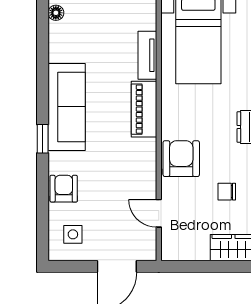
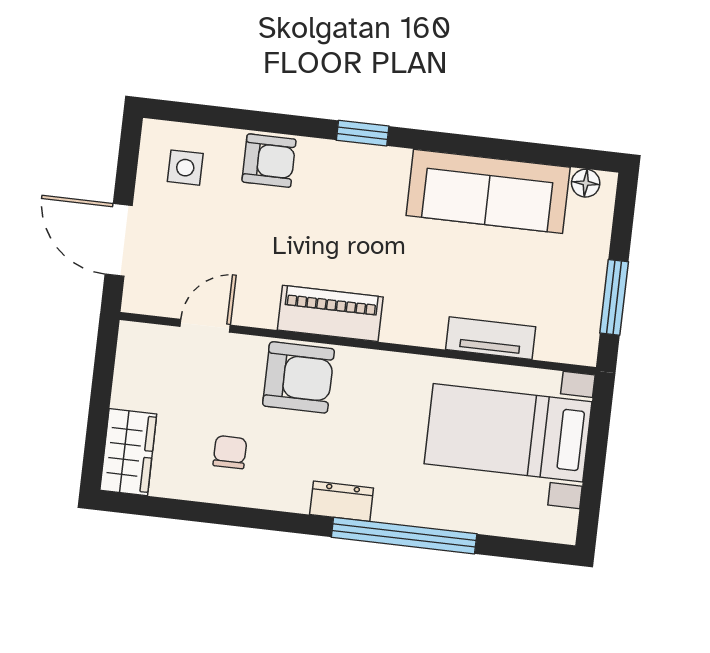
sofa: (67, 107) -> (488, 191), moved
piano: (144, 109) -> (330, 313), moved

